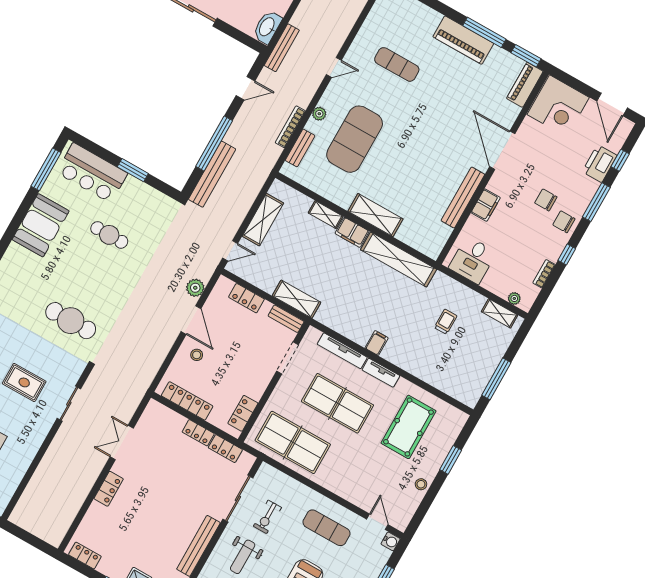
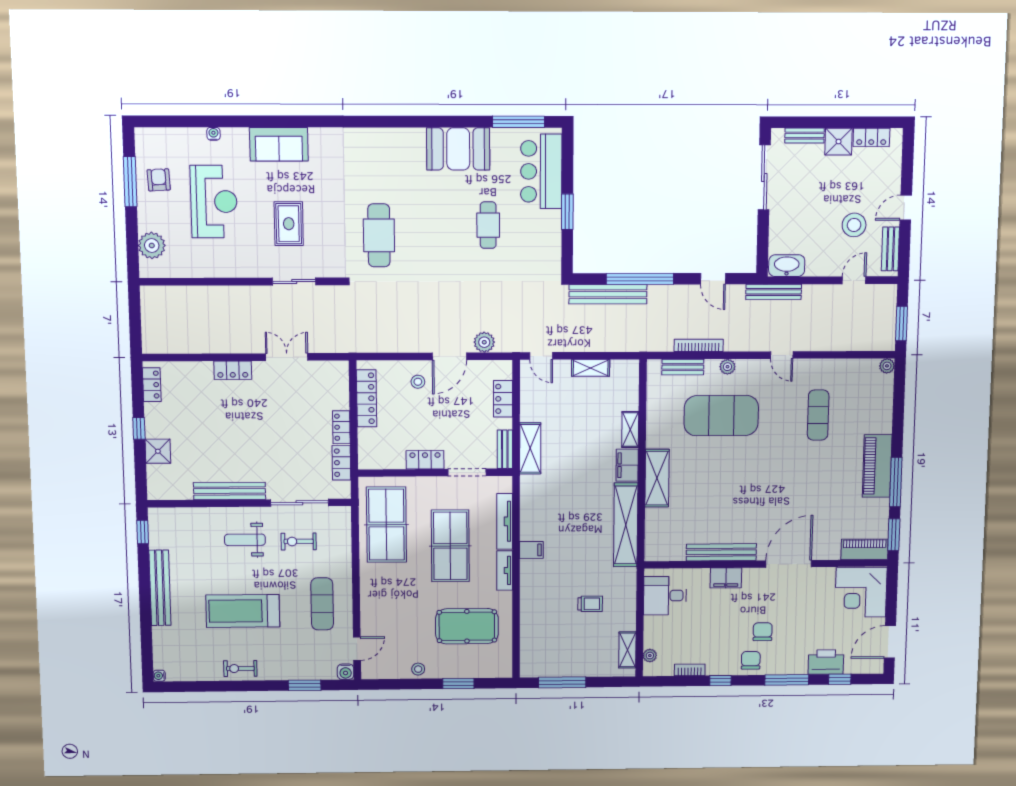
shelving: (263, 220) -> (591, 368), width x0.67, depth x0.75
locker: (243, 413) -> (425, 460), moved

